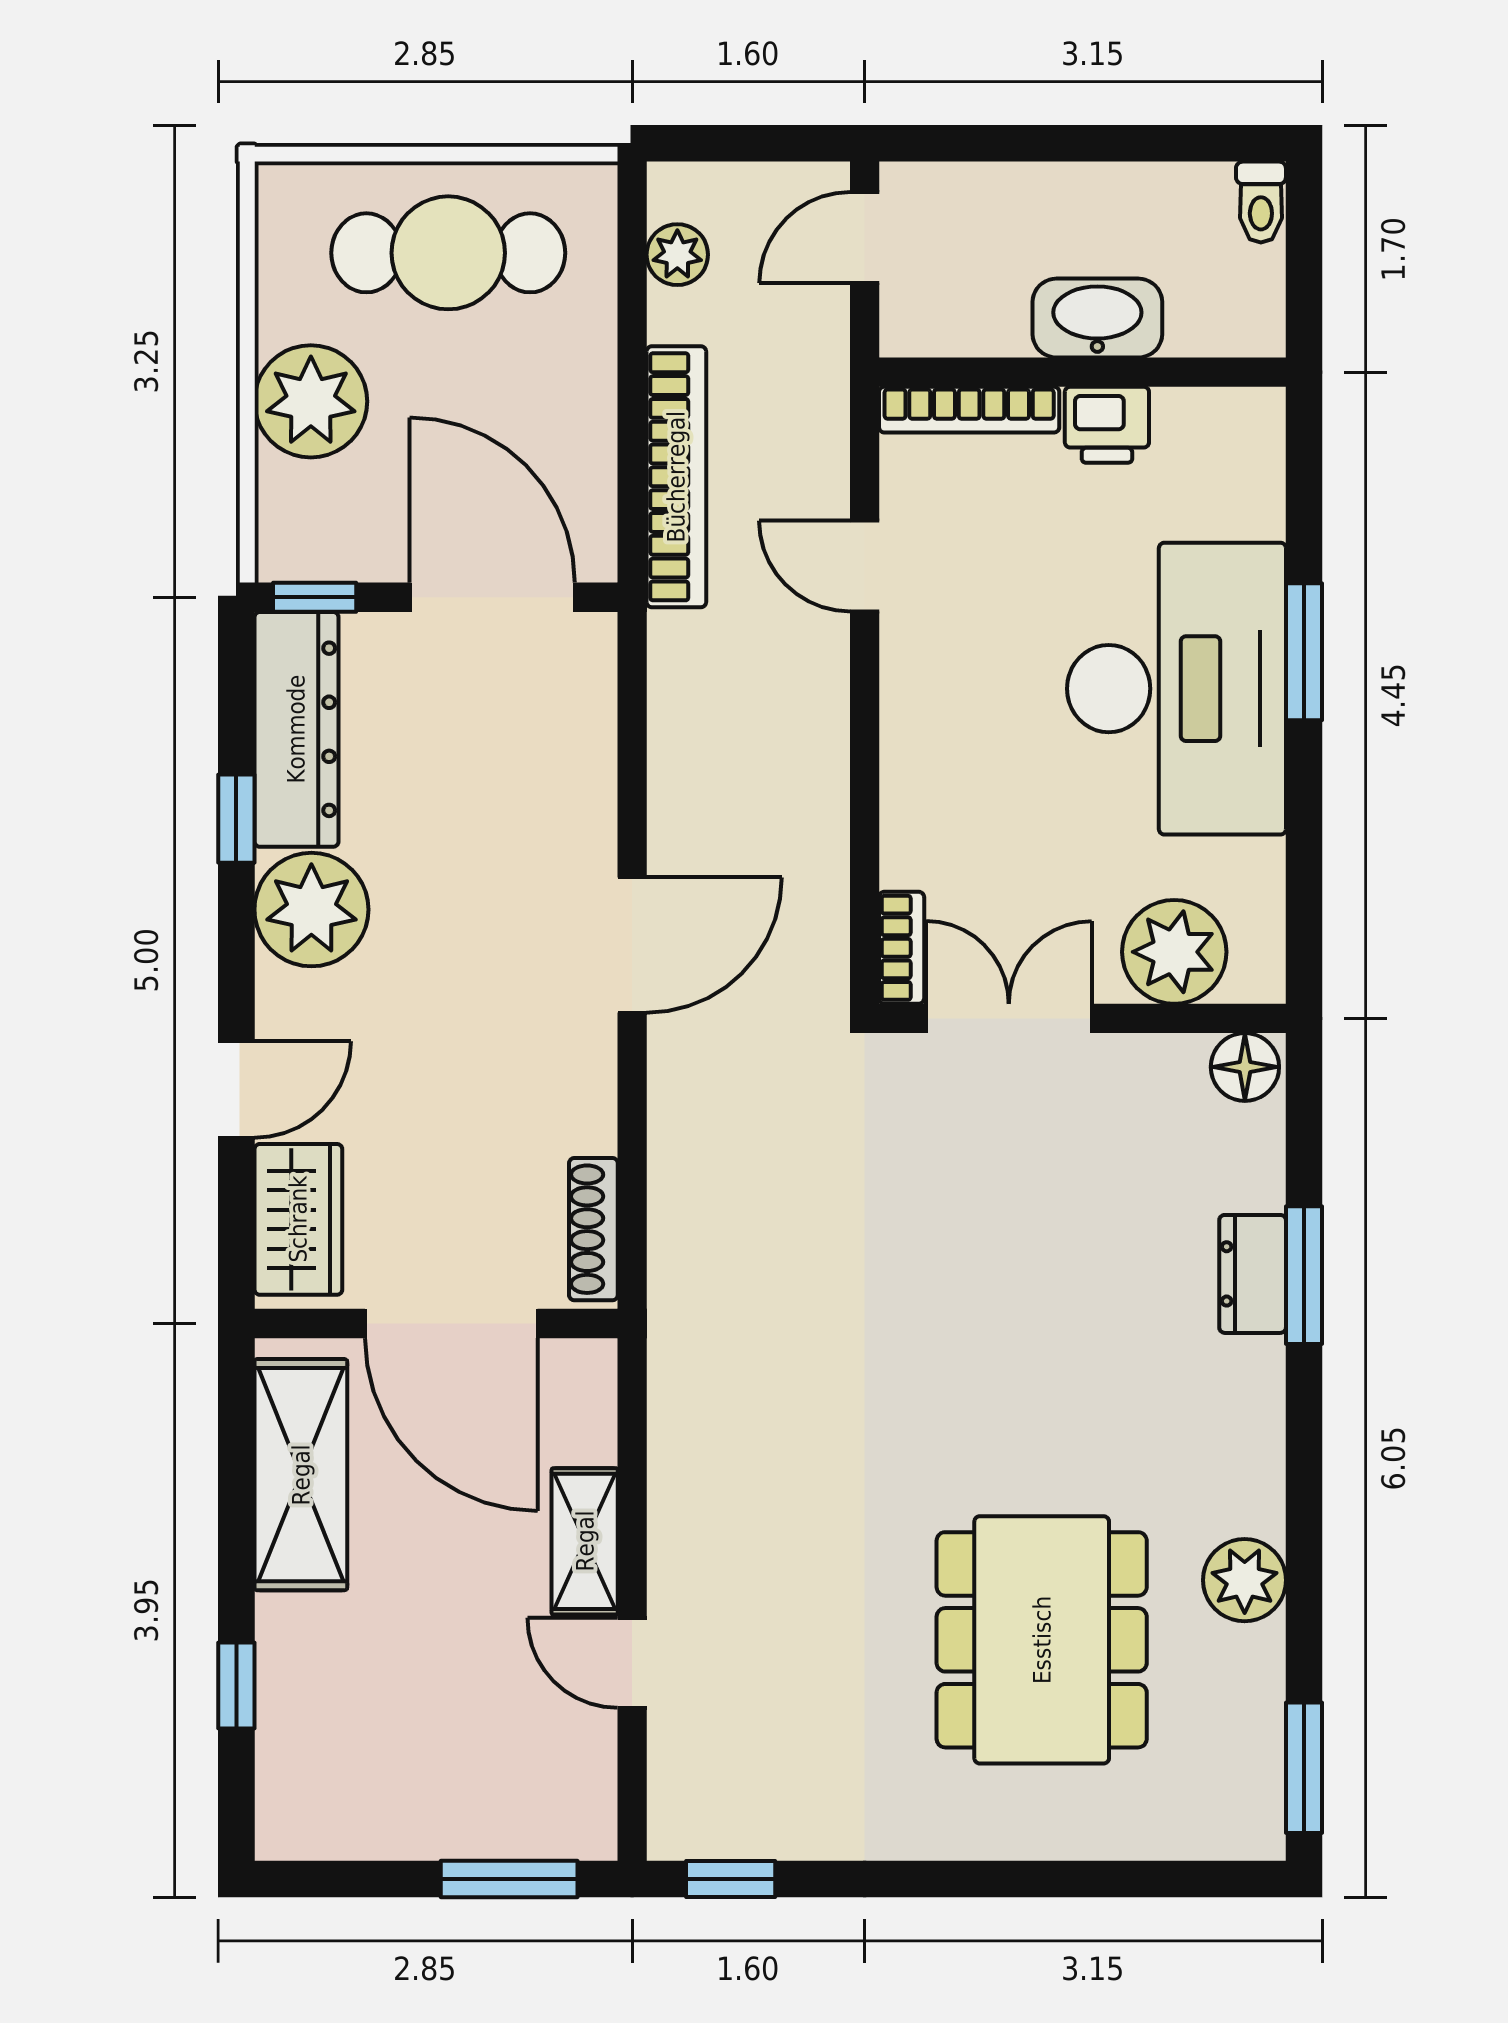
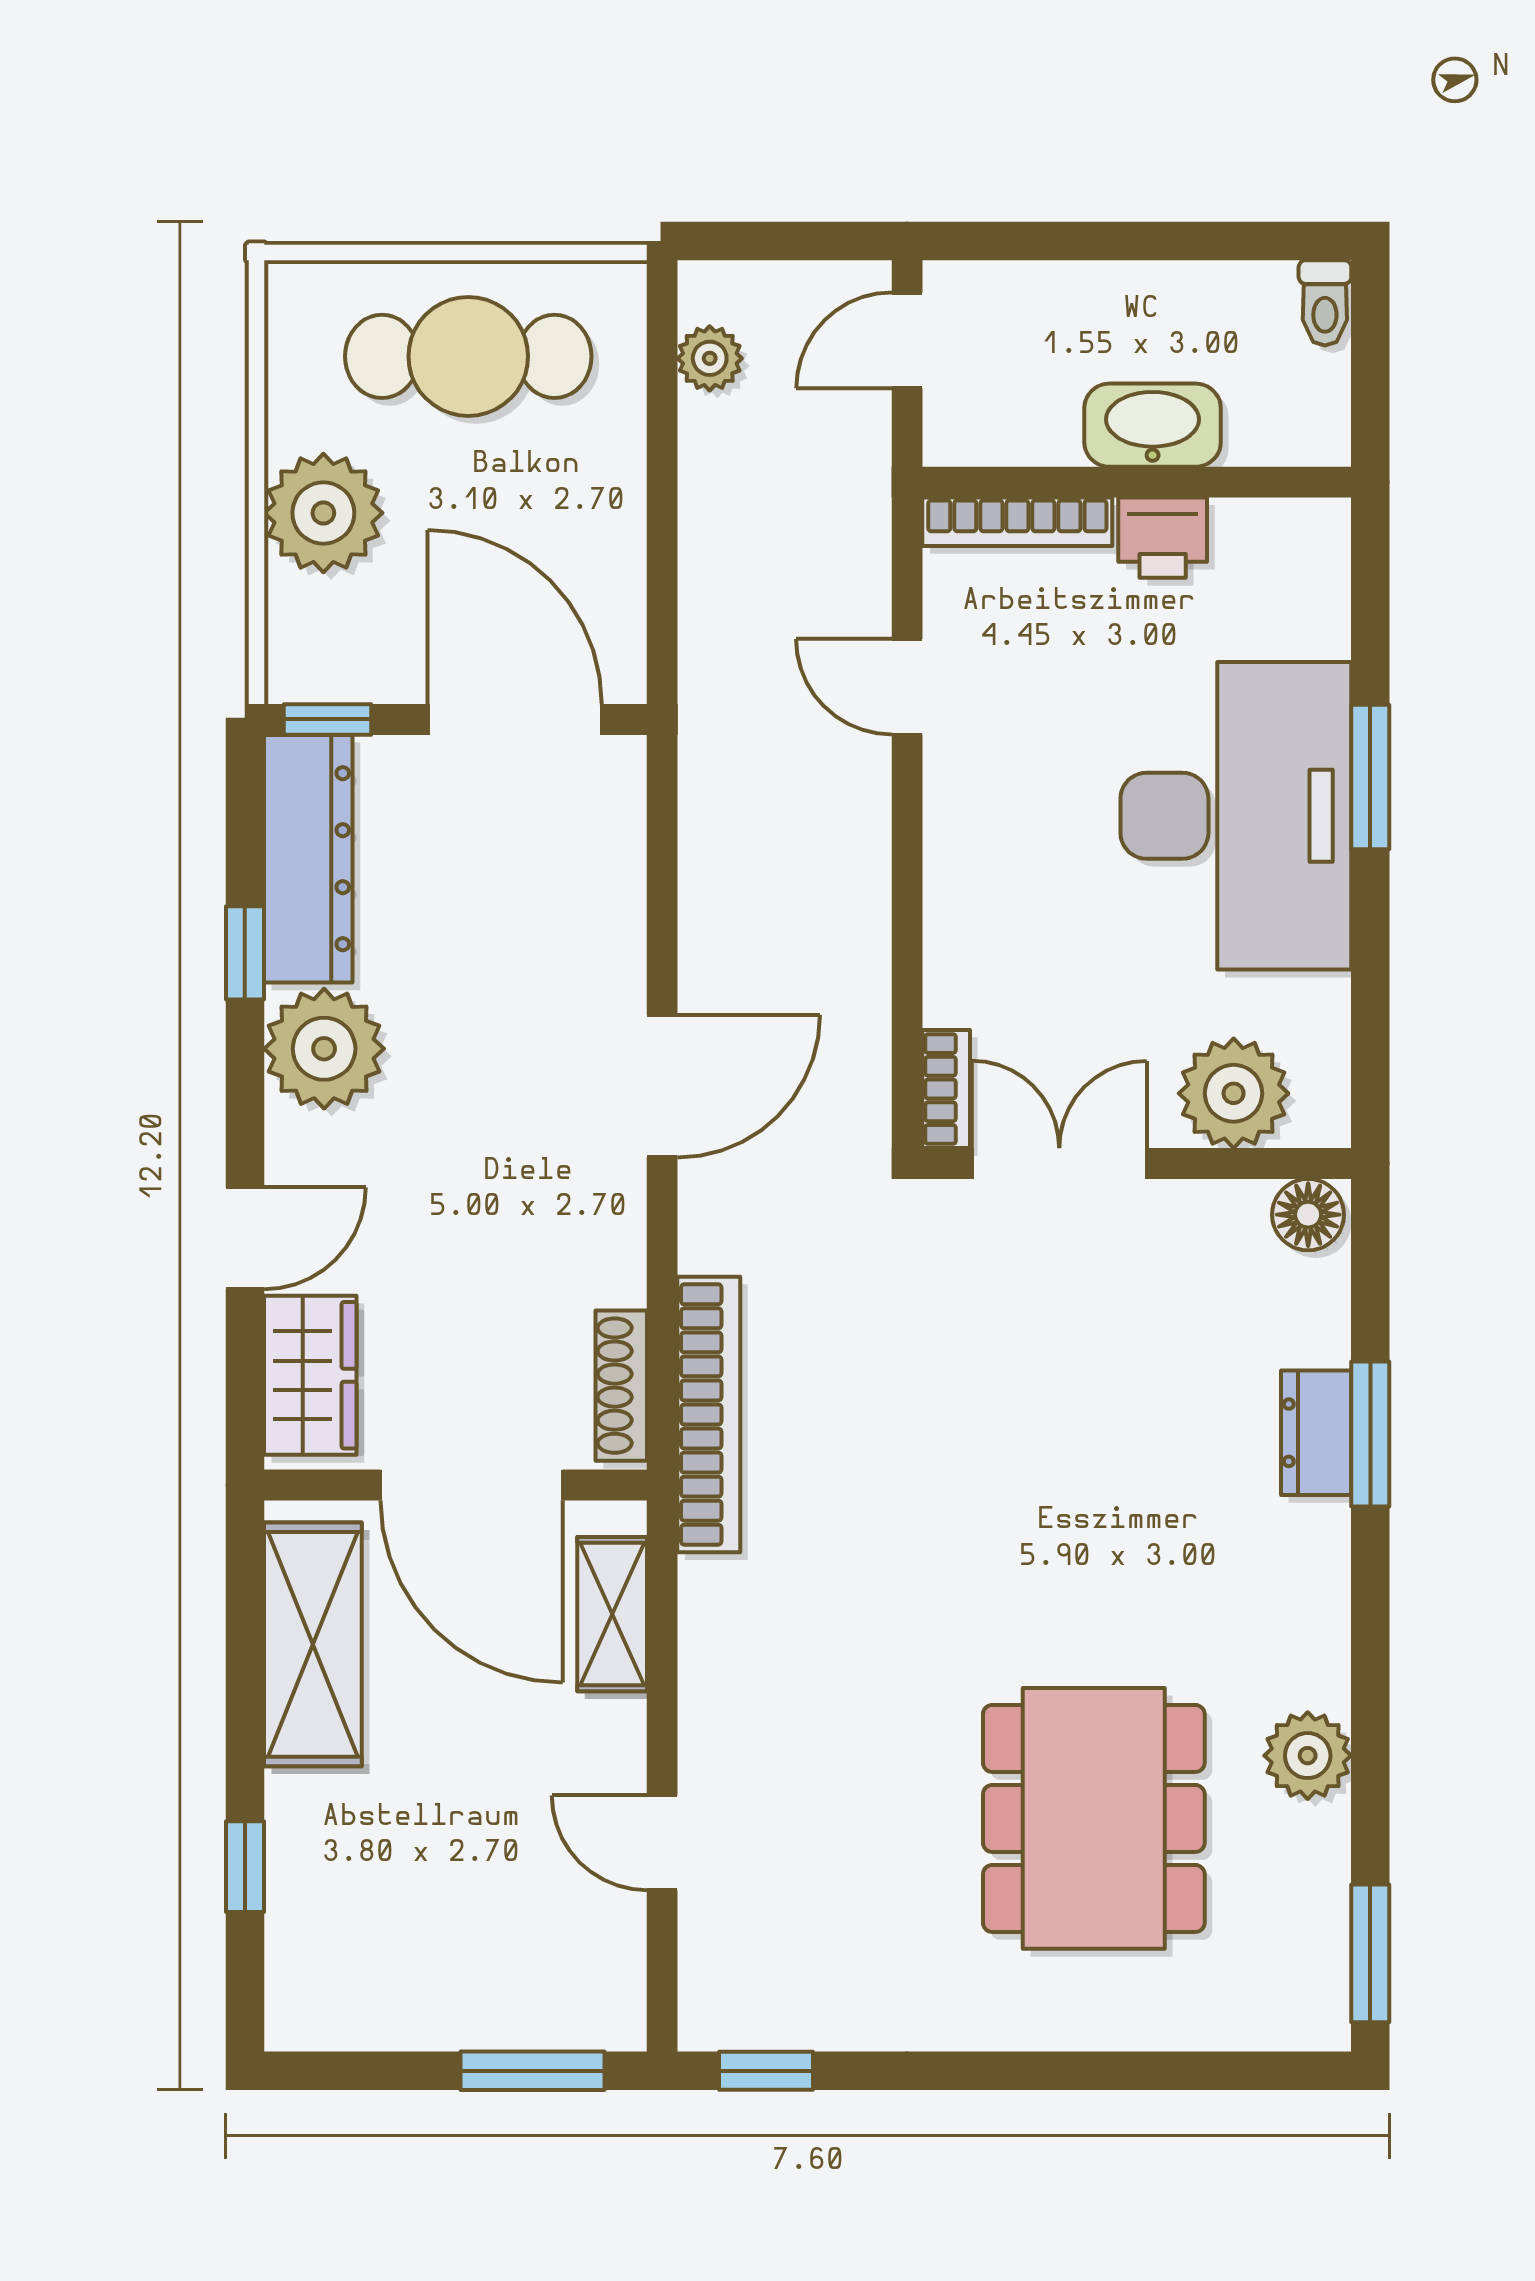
bookcase: (676, 477) -> (709, 1414), moved
shelving: (585, 1541) -> (612, 1614), moved

